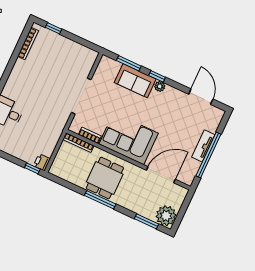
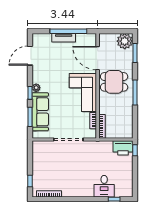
sofa: (135, 81) -> (40, 112), width x1.36
printer: (42, 162) -> (123, 148), width x1.87, depth x1.48
dining table: (105, 178) -> (114, 82), moved

